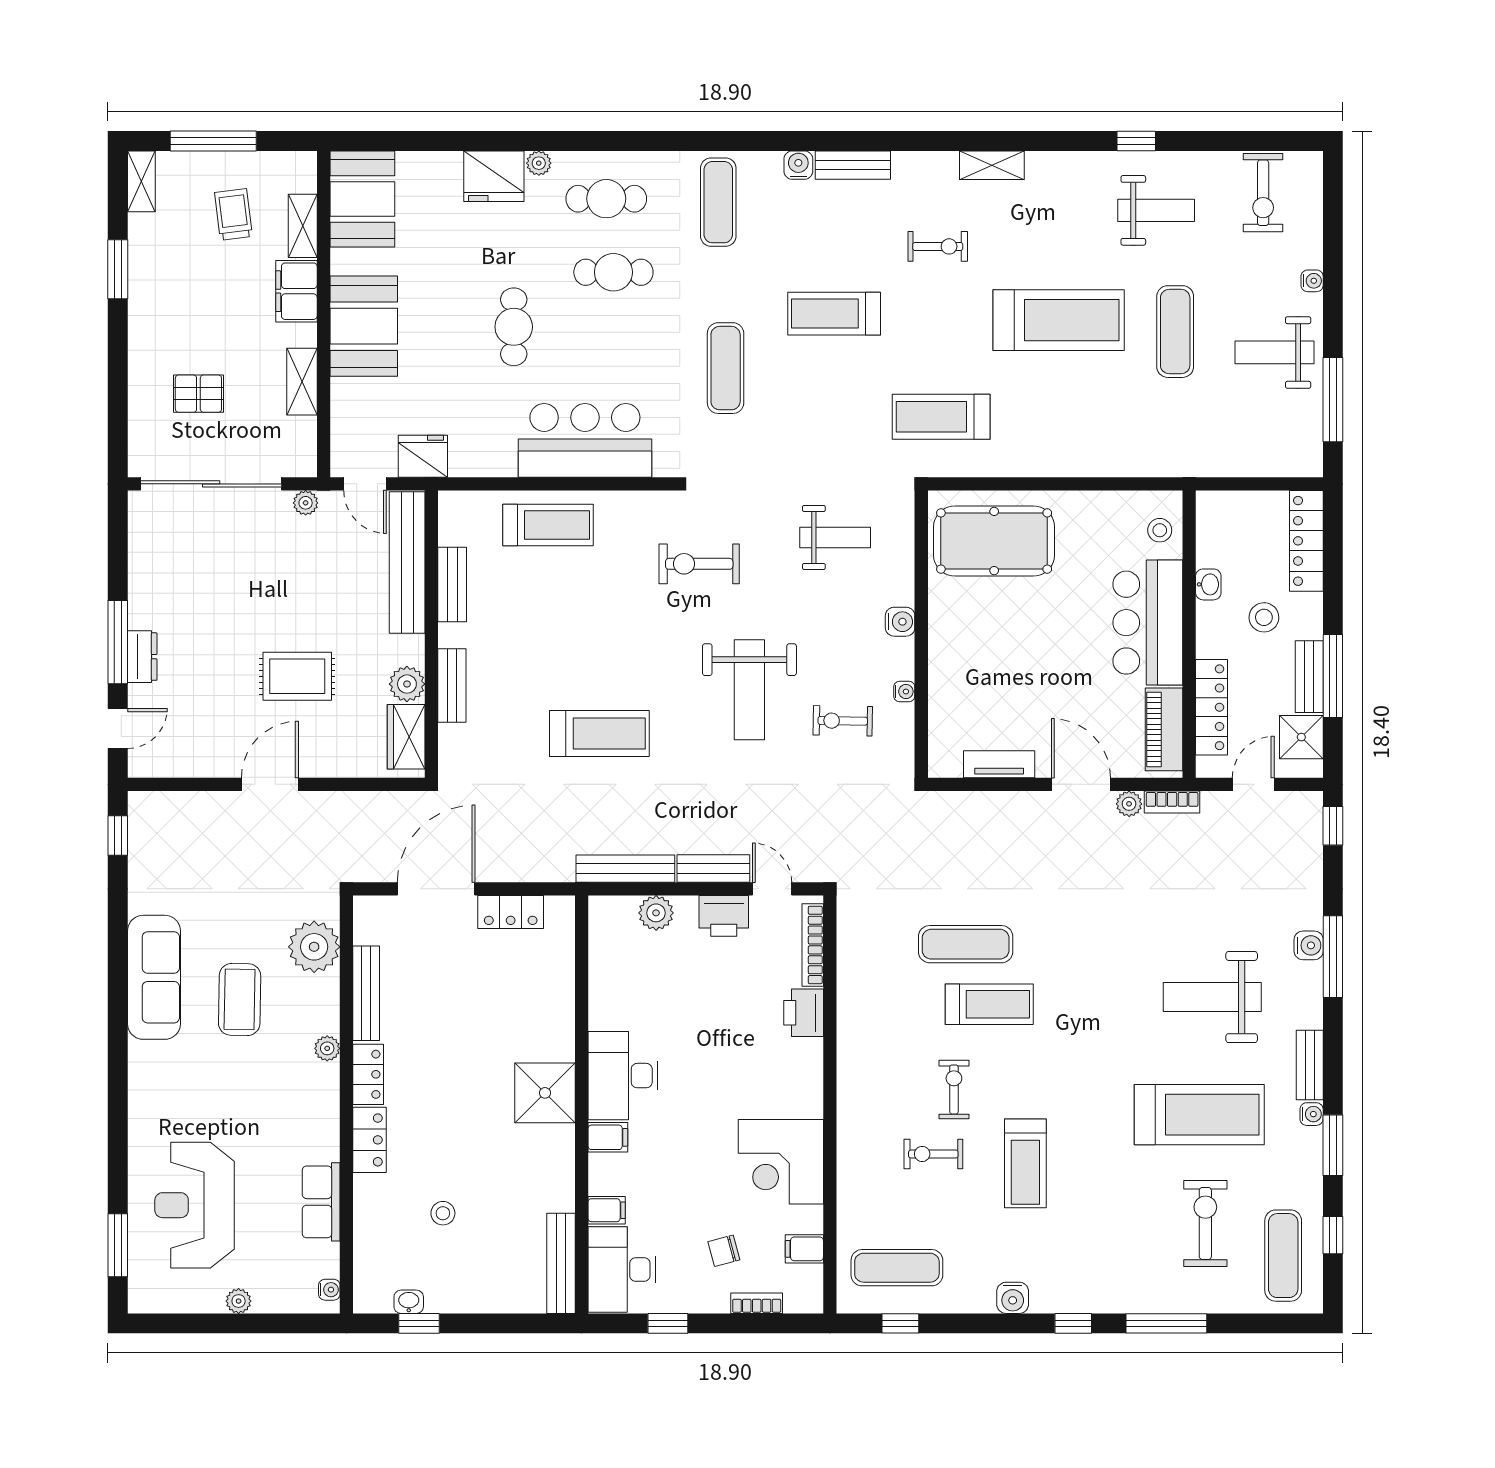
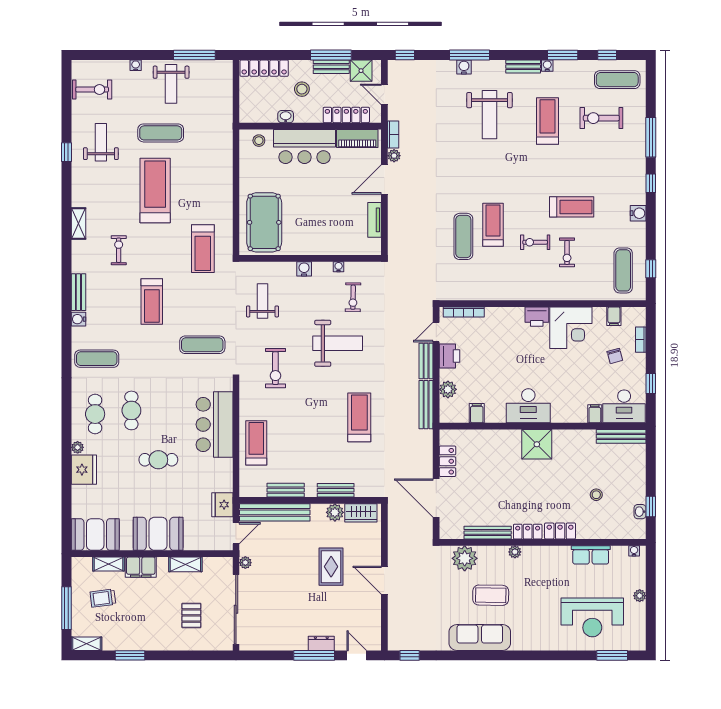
exercise mat: (726, 368) -> (202, 345), moved
printer: (804, 1013) -> (537, 317), moved
treadmill: (1199, 1115) -> (548, 121), width x0.73, depth x0.73
filing cabinet: (608, 1137) -> (477, 413), moved

